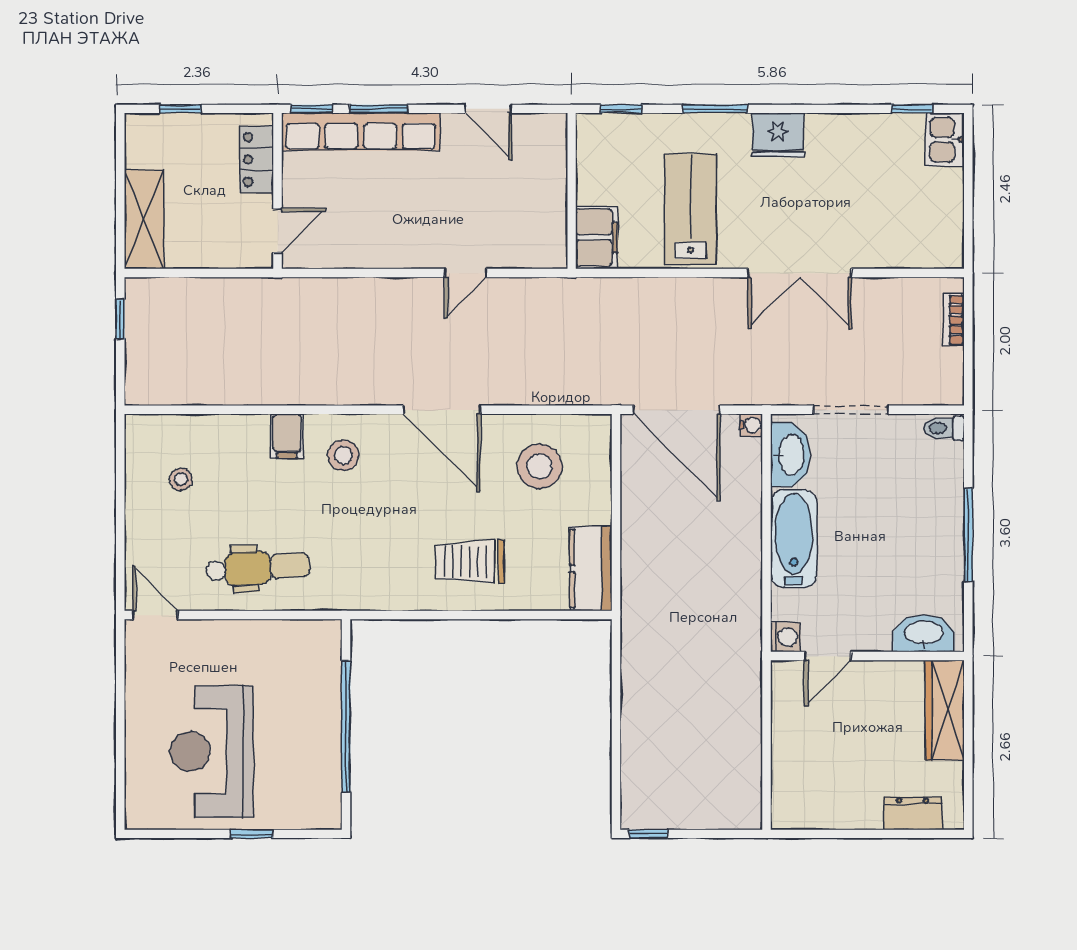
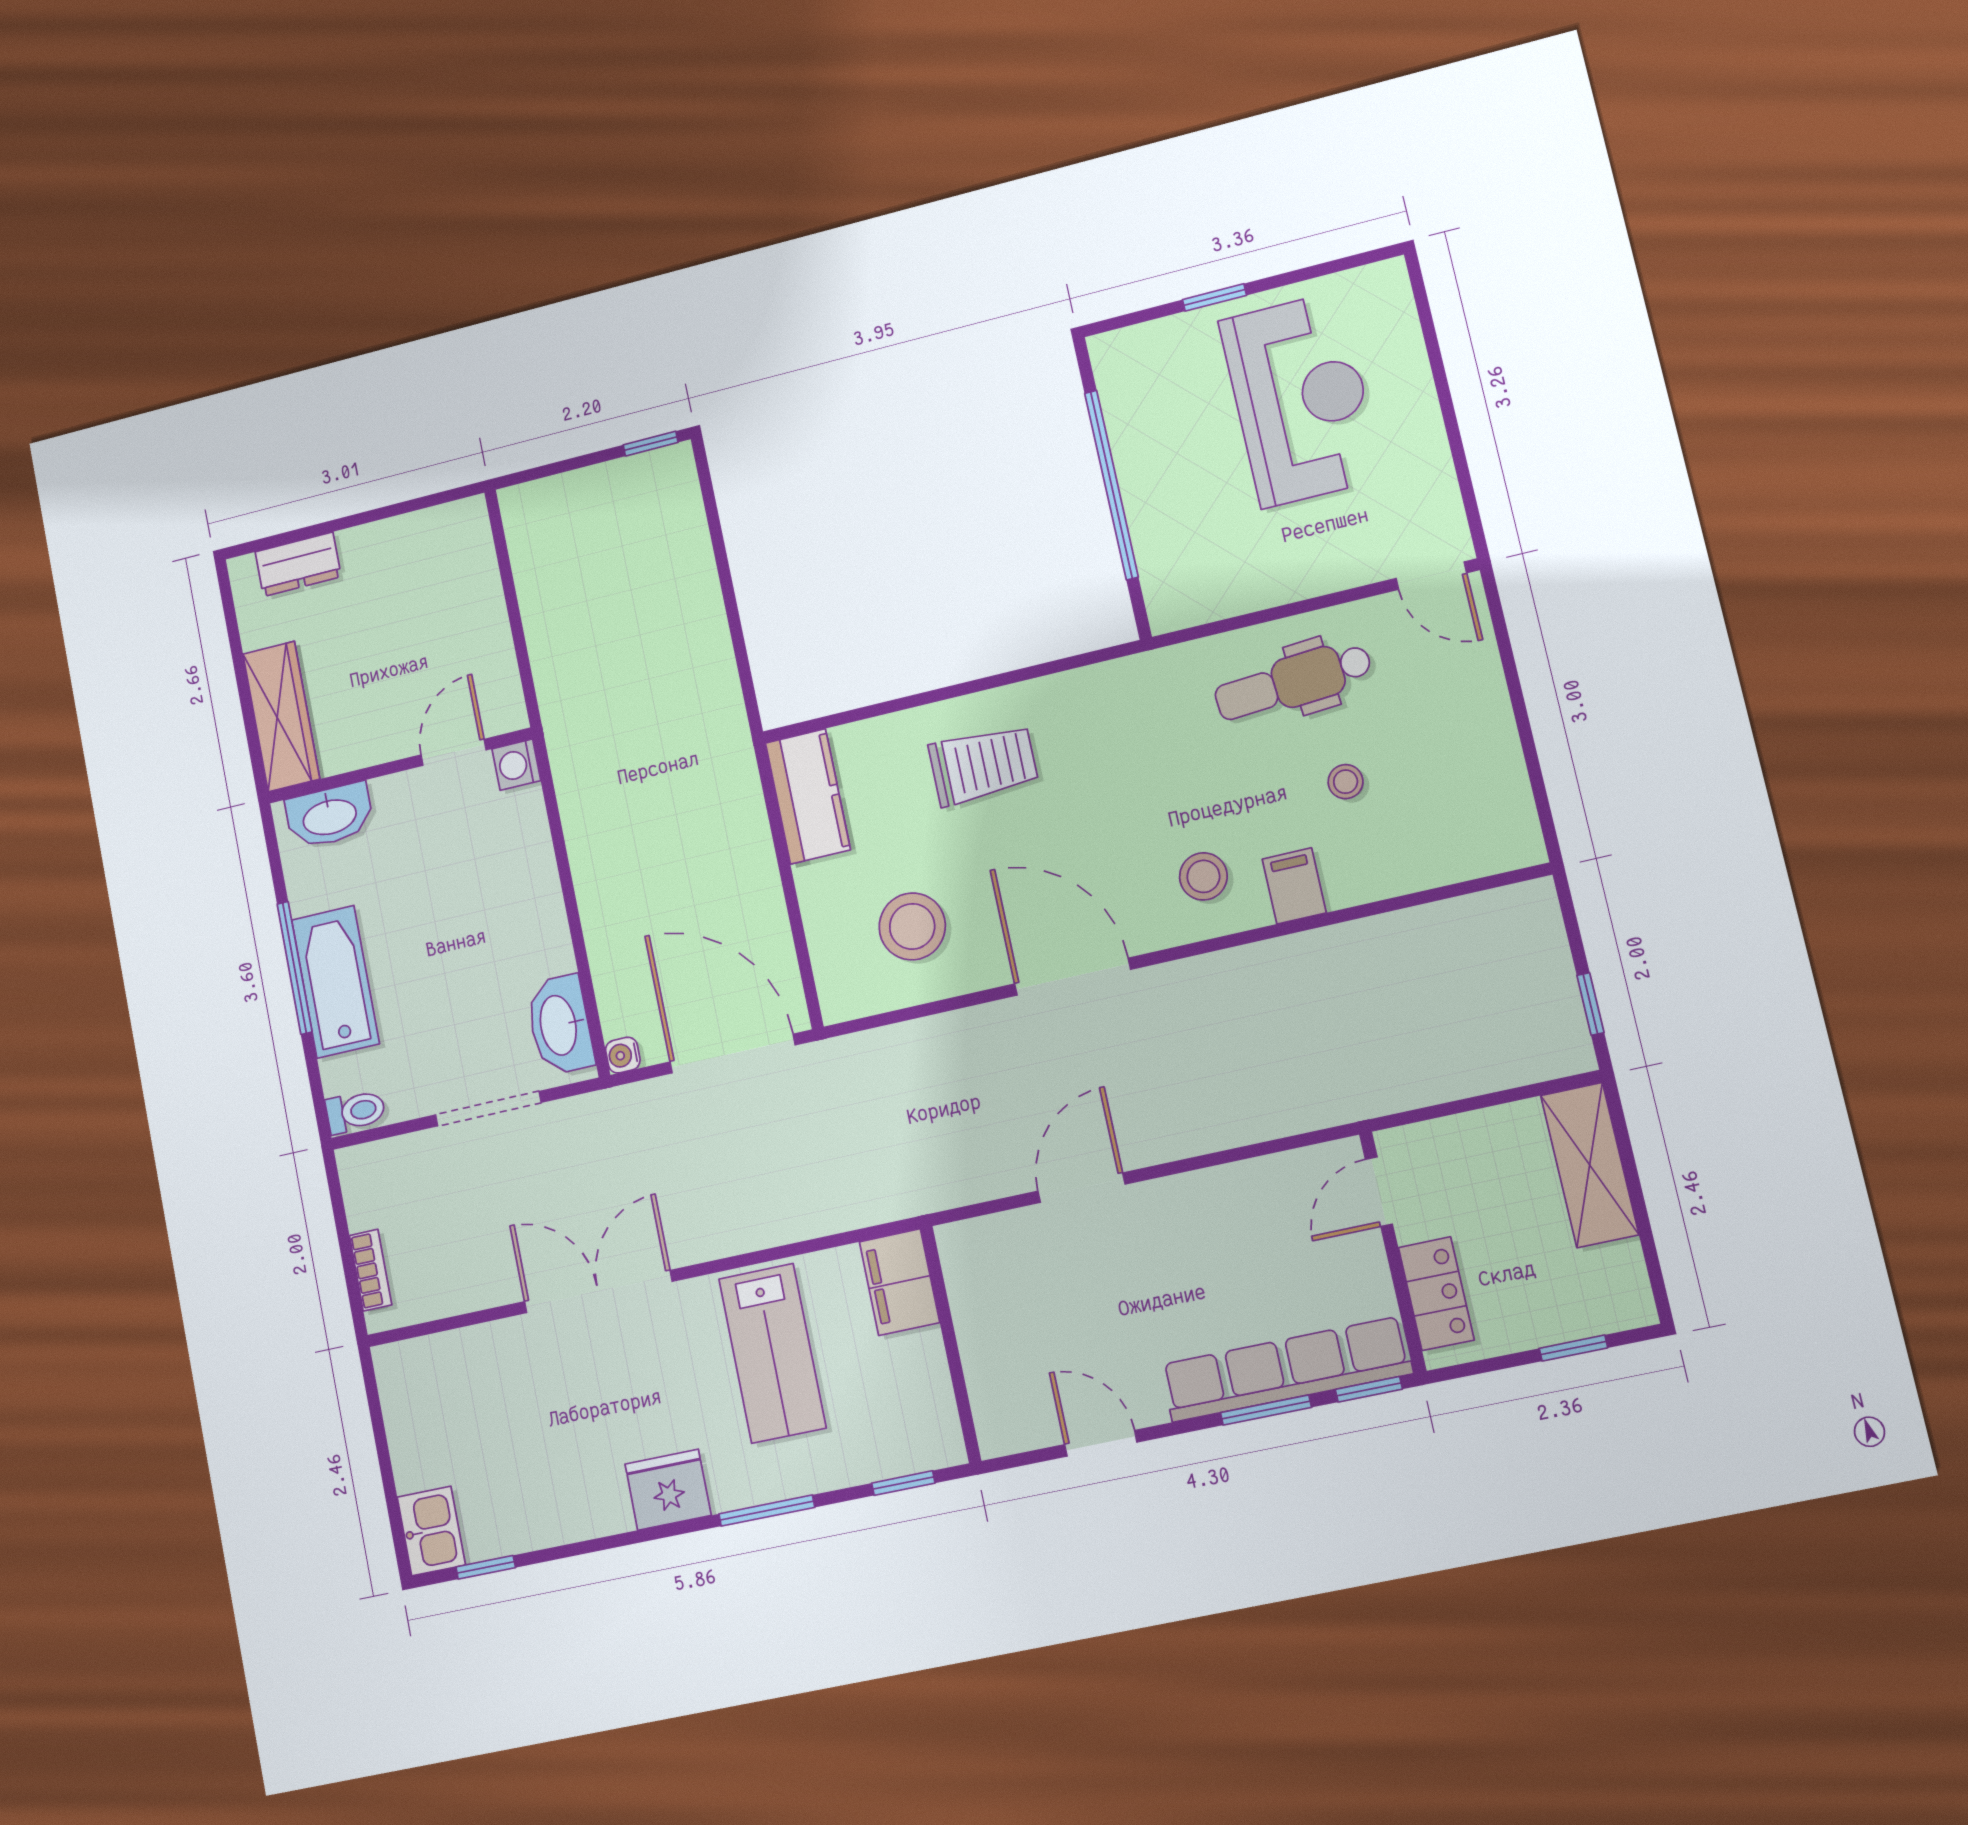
door: (465, 273) -> (1081, 1188), width x1.38
stool: (181, 479) -> (1346, 782), moved
bathtub: (794, 539) -> (335, 982), moved, turned 180

